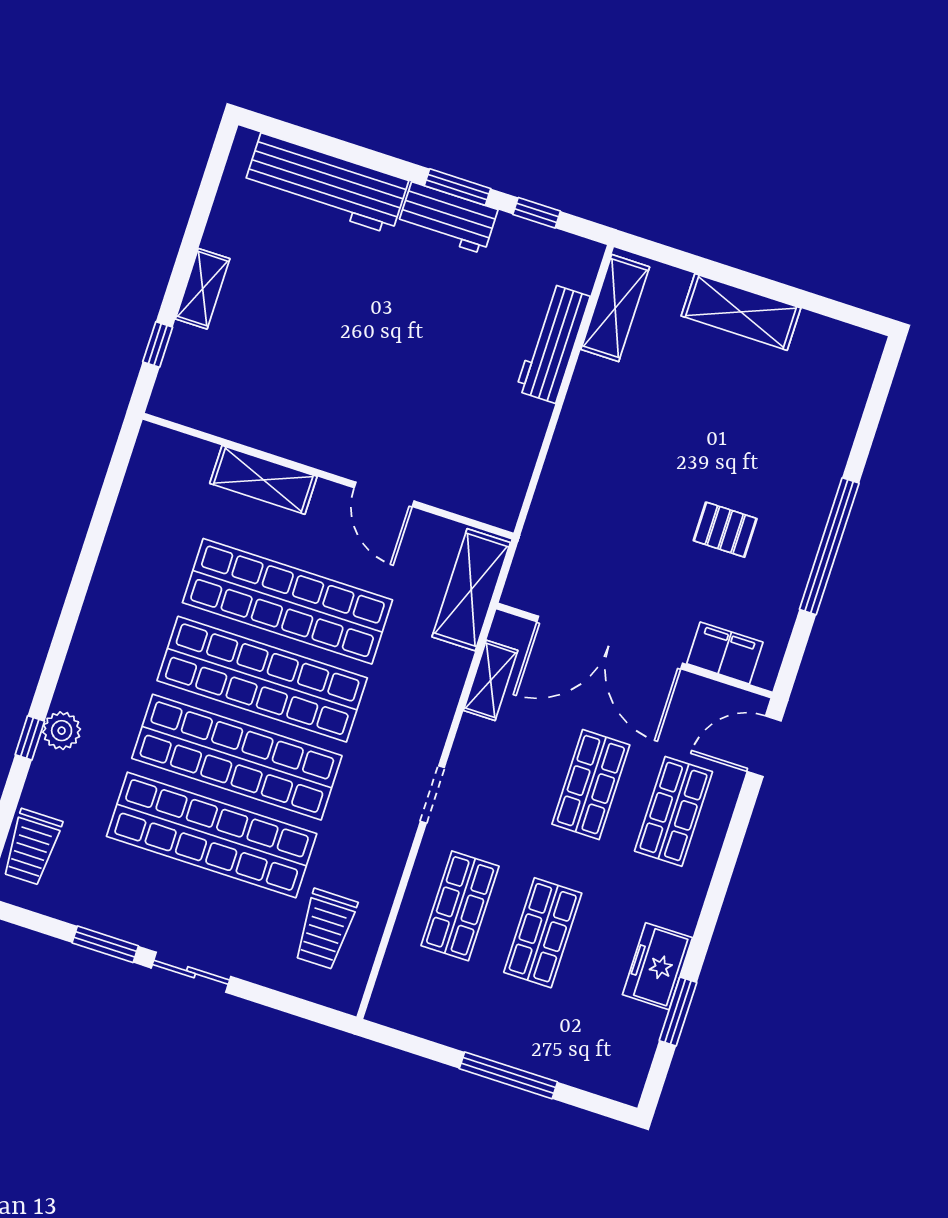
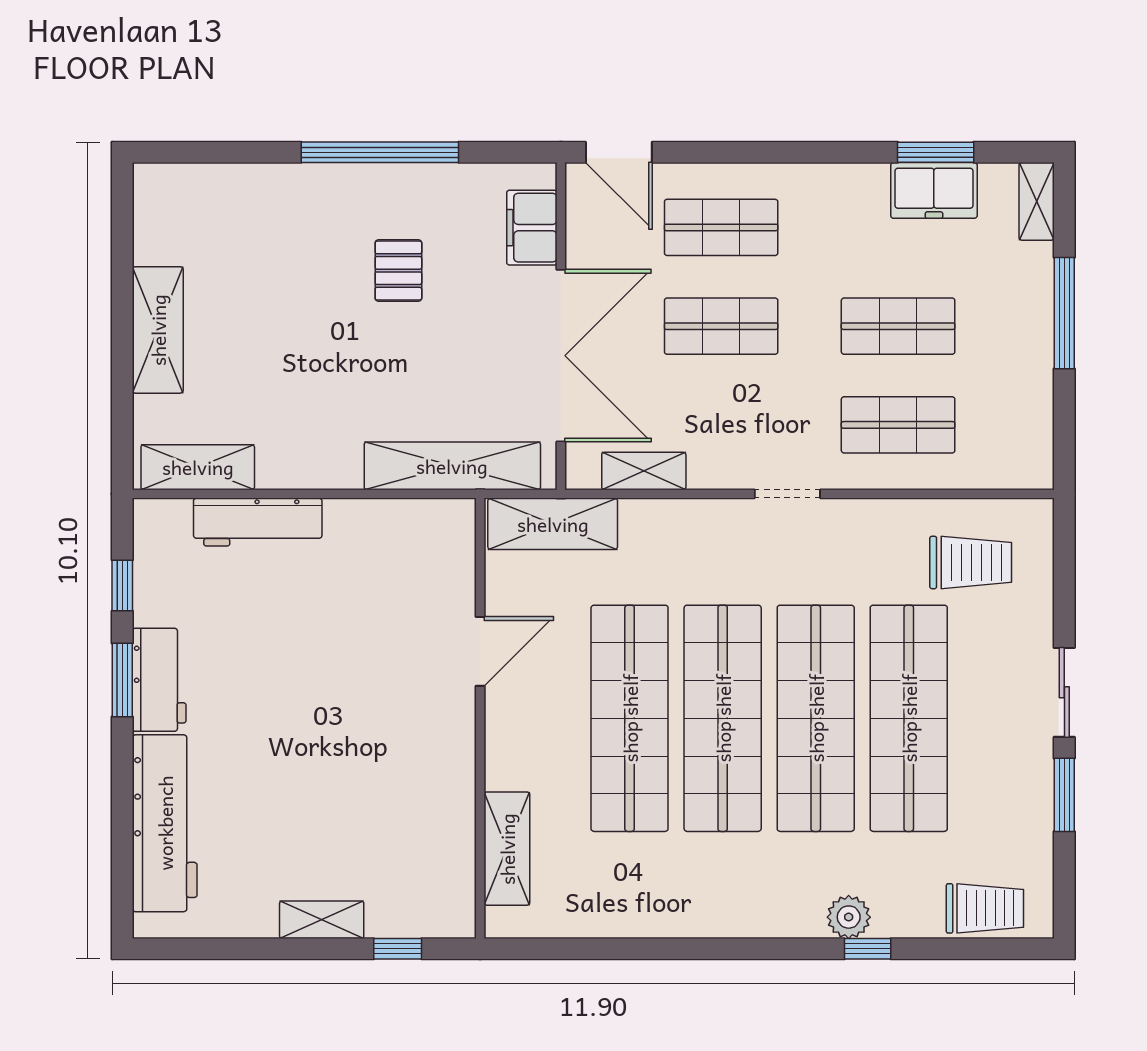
shelving: (263, 480) -> (507, 849), moved
shelving: (547, 522) -> (452, 466), added
freezer: (657, 966) -> (934, 190), moved
shelving: (609, 1083) -> (1037, 201), added

